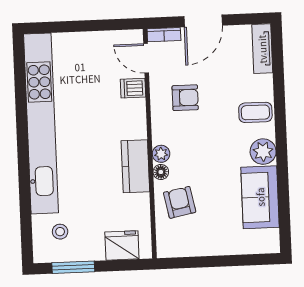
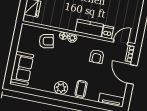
kitchen counter: (135, 166) -> (89, 28), moved
sofa: (260, 197) -> (22, 68), moved, turned 90

